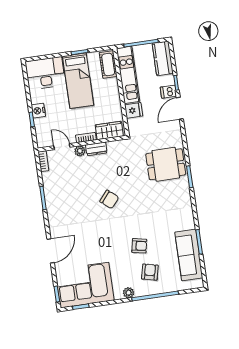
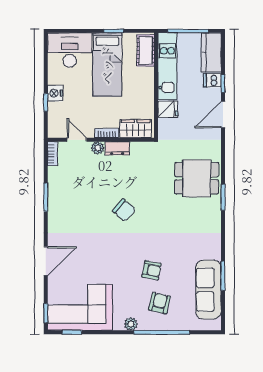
dishwasher: (168, 92) -> (212, 80), moved

